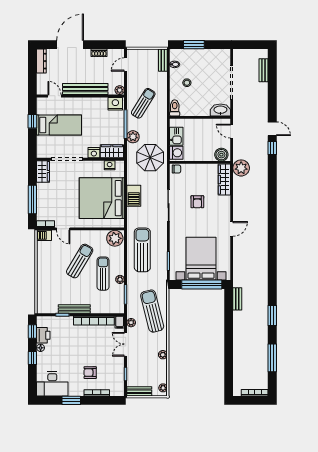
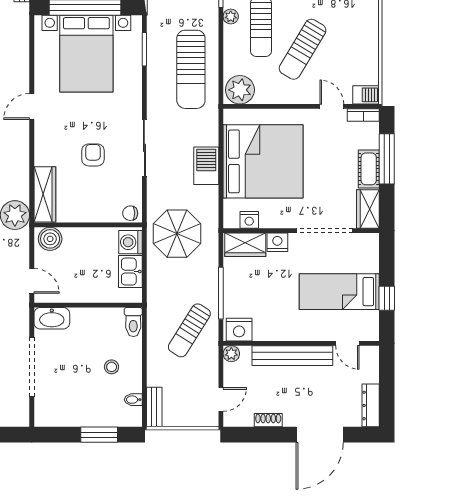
plant: (133, 137) -> (208, 271), removed
cot: (43, 194) -> (369, 169), added

